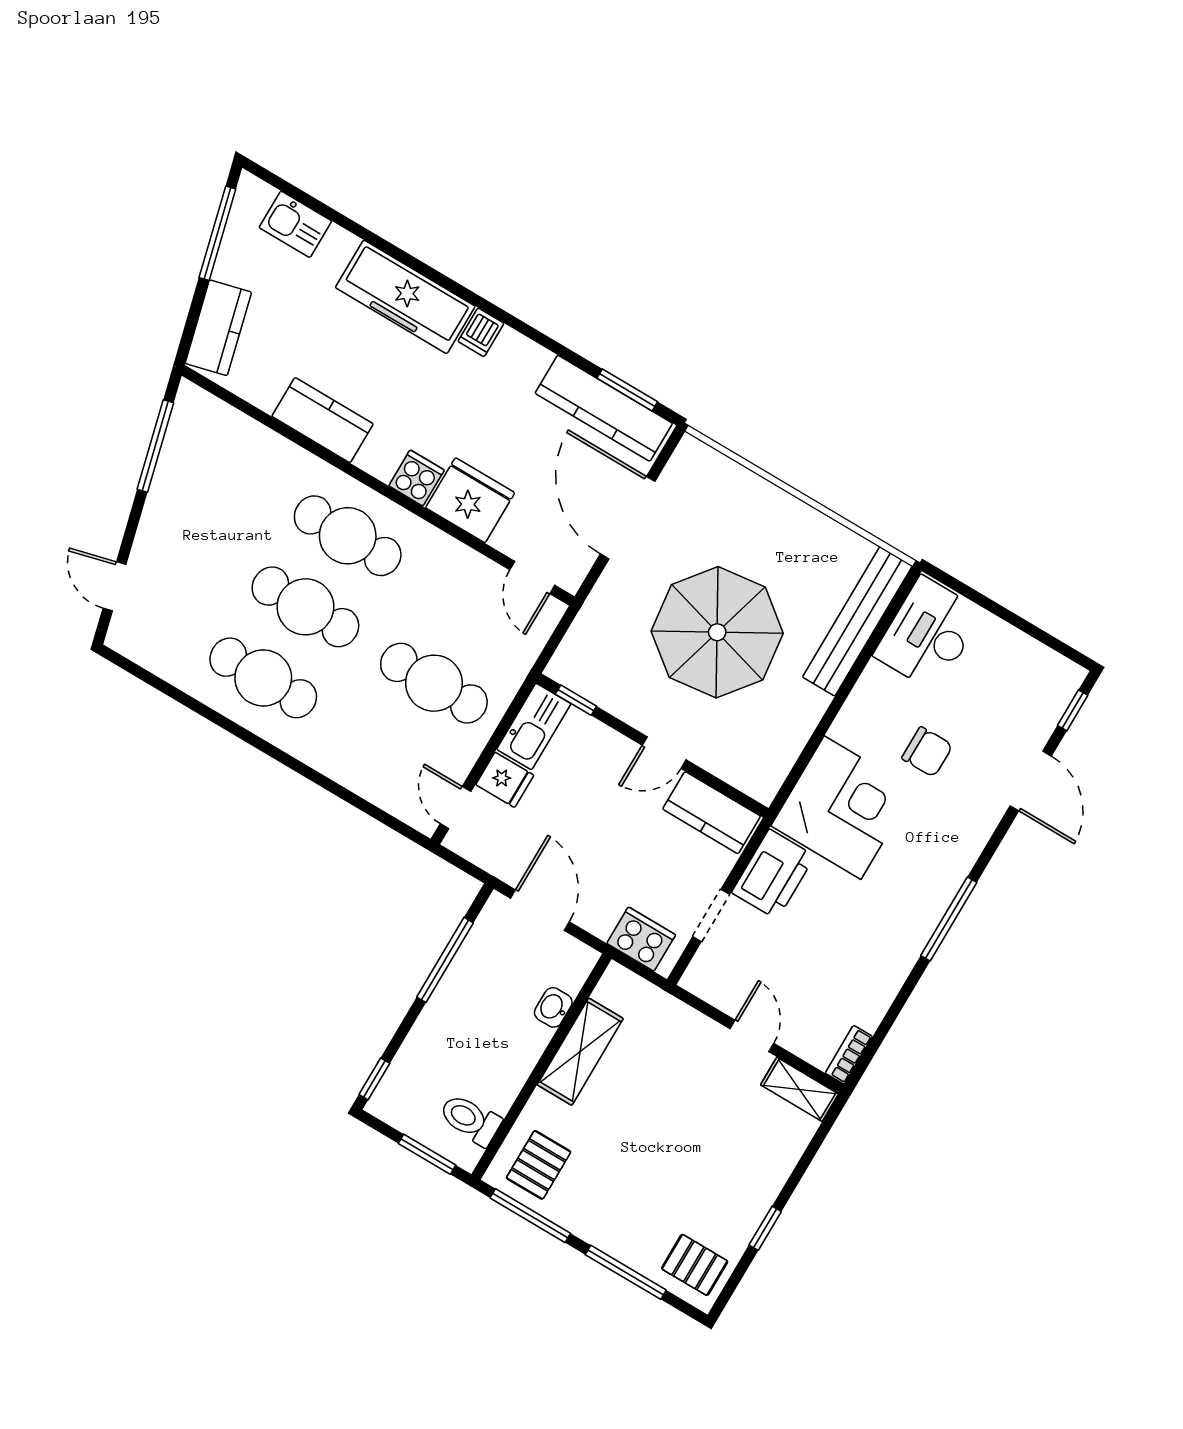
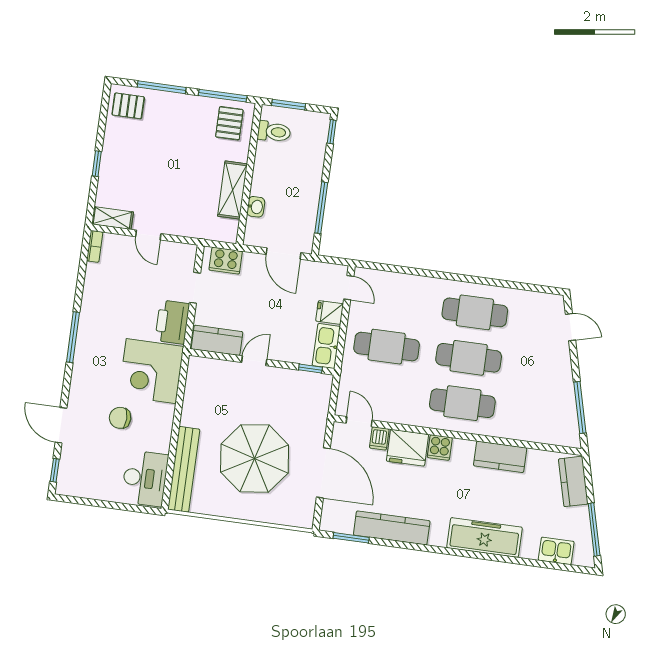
dishwasher: (481, 332) -> (379, 438), moved, turned 180
kitchen counter: (604, 408) -> (392, 528), moved
parasol: (717, 632) -> (255, 458), moved
window: (765, 1228) -> (97, 164), moved

